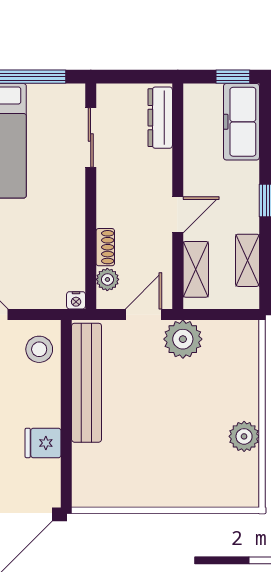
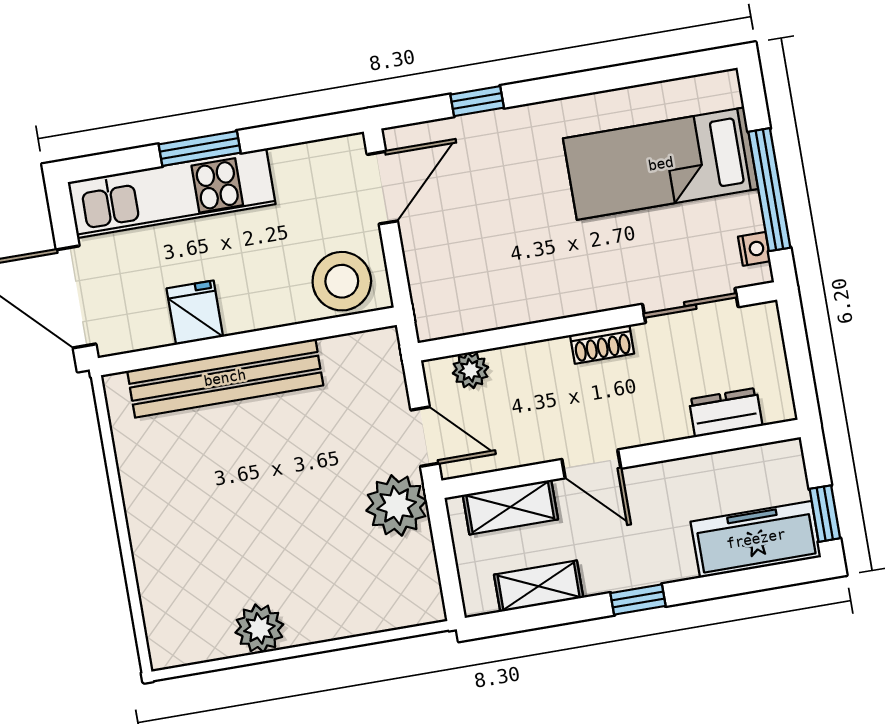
dresser: (160, 118) -> (726, 412), width x0.70
shoe rack: (105, 247) -> (602, 344), moved
nightstand: (76, 300) -> (754, 249), moved, turned 180
stool: (39, 349) -> (342, 281), width x1.38, depth x1.38
bench: (87, 383) -> (225, 378), moved

